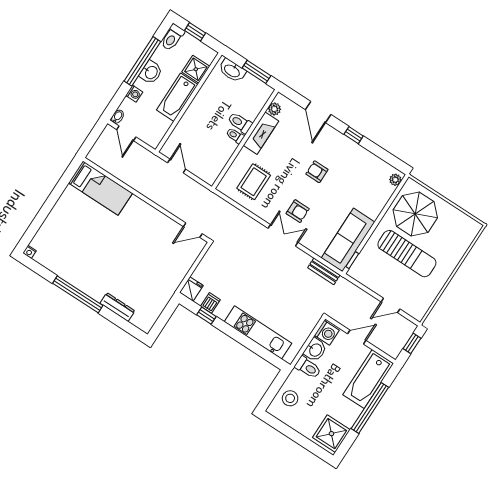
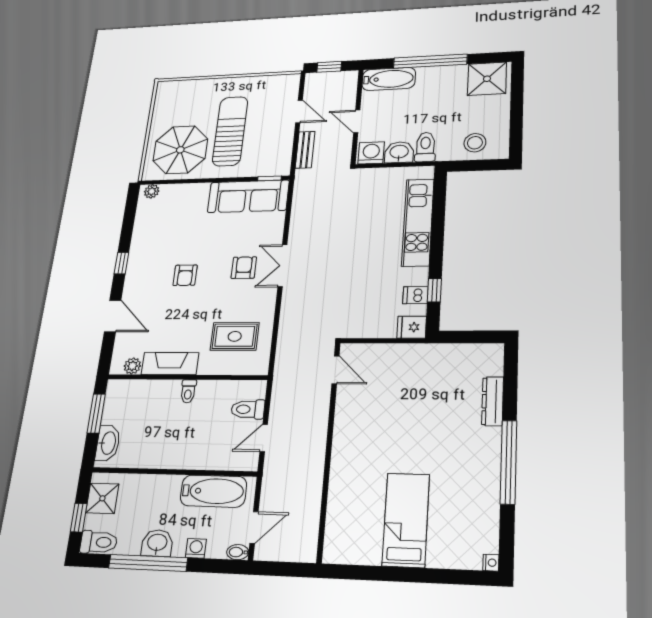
shower: (196, 69) -> (102, 498), moved
bathtub: (177, 97) -> (213, 491), moved
door: (318, 112) -> (113, 316), hinge flipped
toilet: (240, 123) -> (248, 409), moved, turned 90
bed: (100, 188) -> (406, 520), moved
bench: (324, 271) -> (305, 150), moved
bathtub: (368, 379) -> (389, 79), width x0.73, depth x0.73

